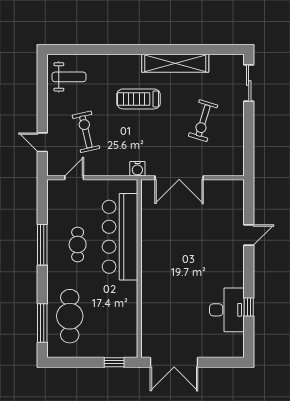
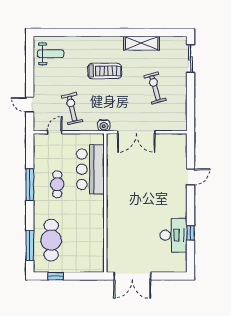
shelving: (175, 63) -> (142, 43), width x0.68
treadmill: (138, 99) -> (105, 71), turned 180
exercise bike: (203, 121) -> (155, 88), turned 147
exercise bike: (86, 132) -> (72, 109), moved
bar counter: (120, 237) -> (90, 169), width x0.73
window: (114, 362) -> (56, 276), moved

